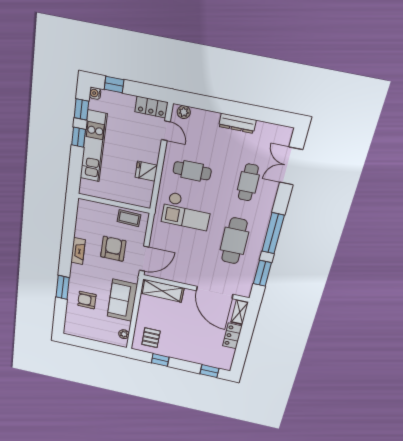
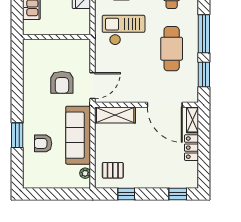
checkout: (187, 211) -> (124, 30), turned 180
coffee table: (129, 218) -> (72, 48), removed
armchair: (113, 249) -> (62, 82), turned 180
fireplace: (78, 251) -> (28, 93), removed
sofa: (122, 300) -> (78, 135), width x1.36
pallet: (151, 338) -> (113, 170), turned 90

